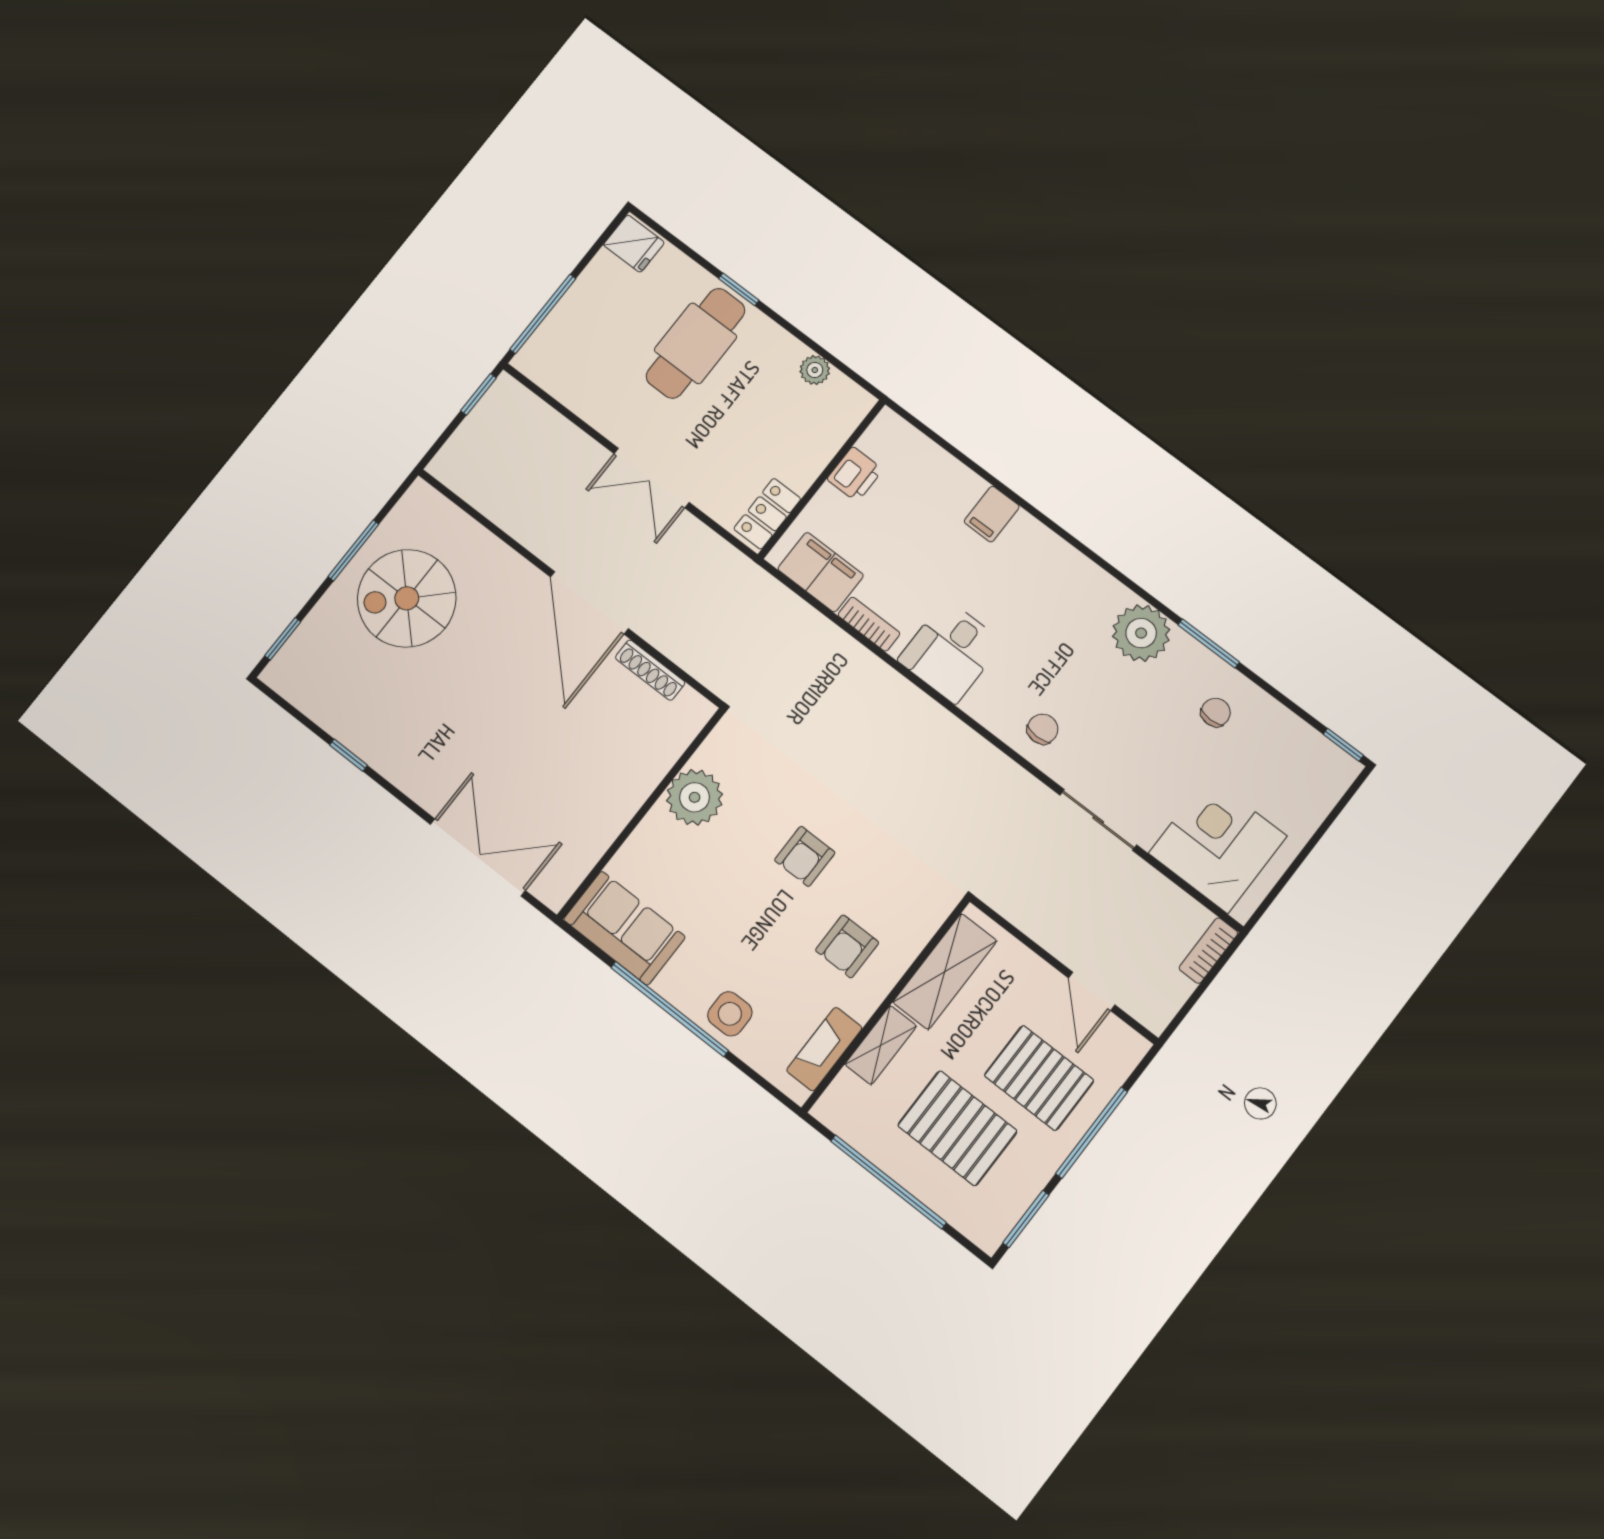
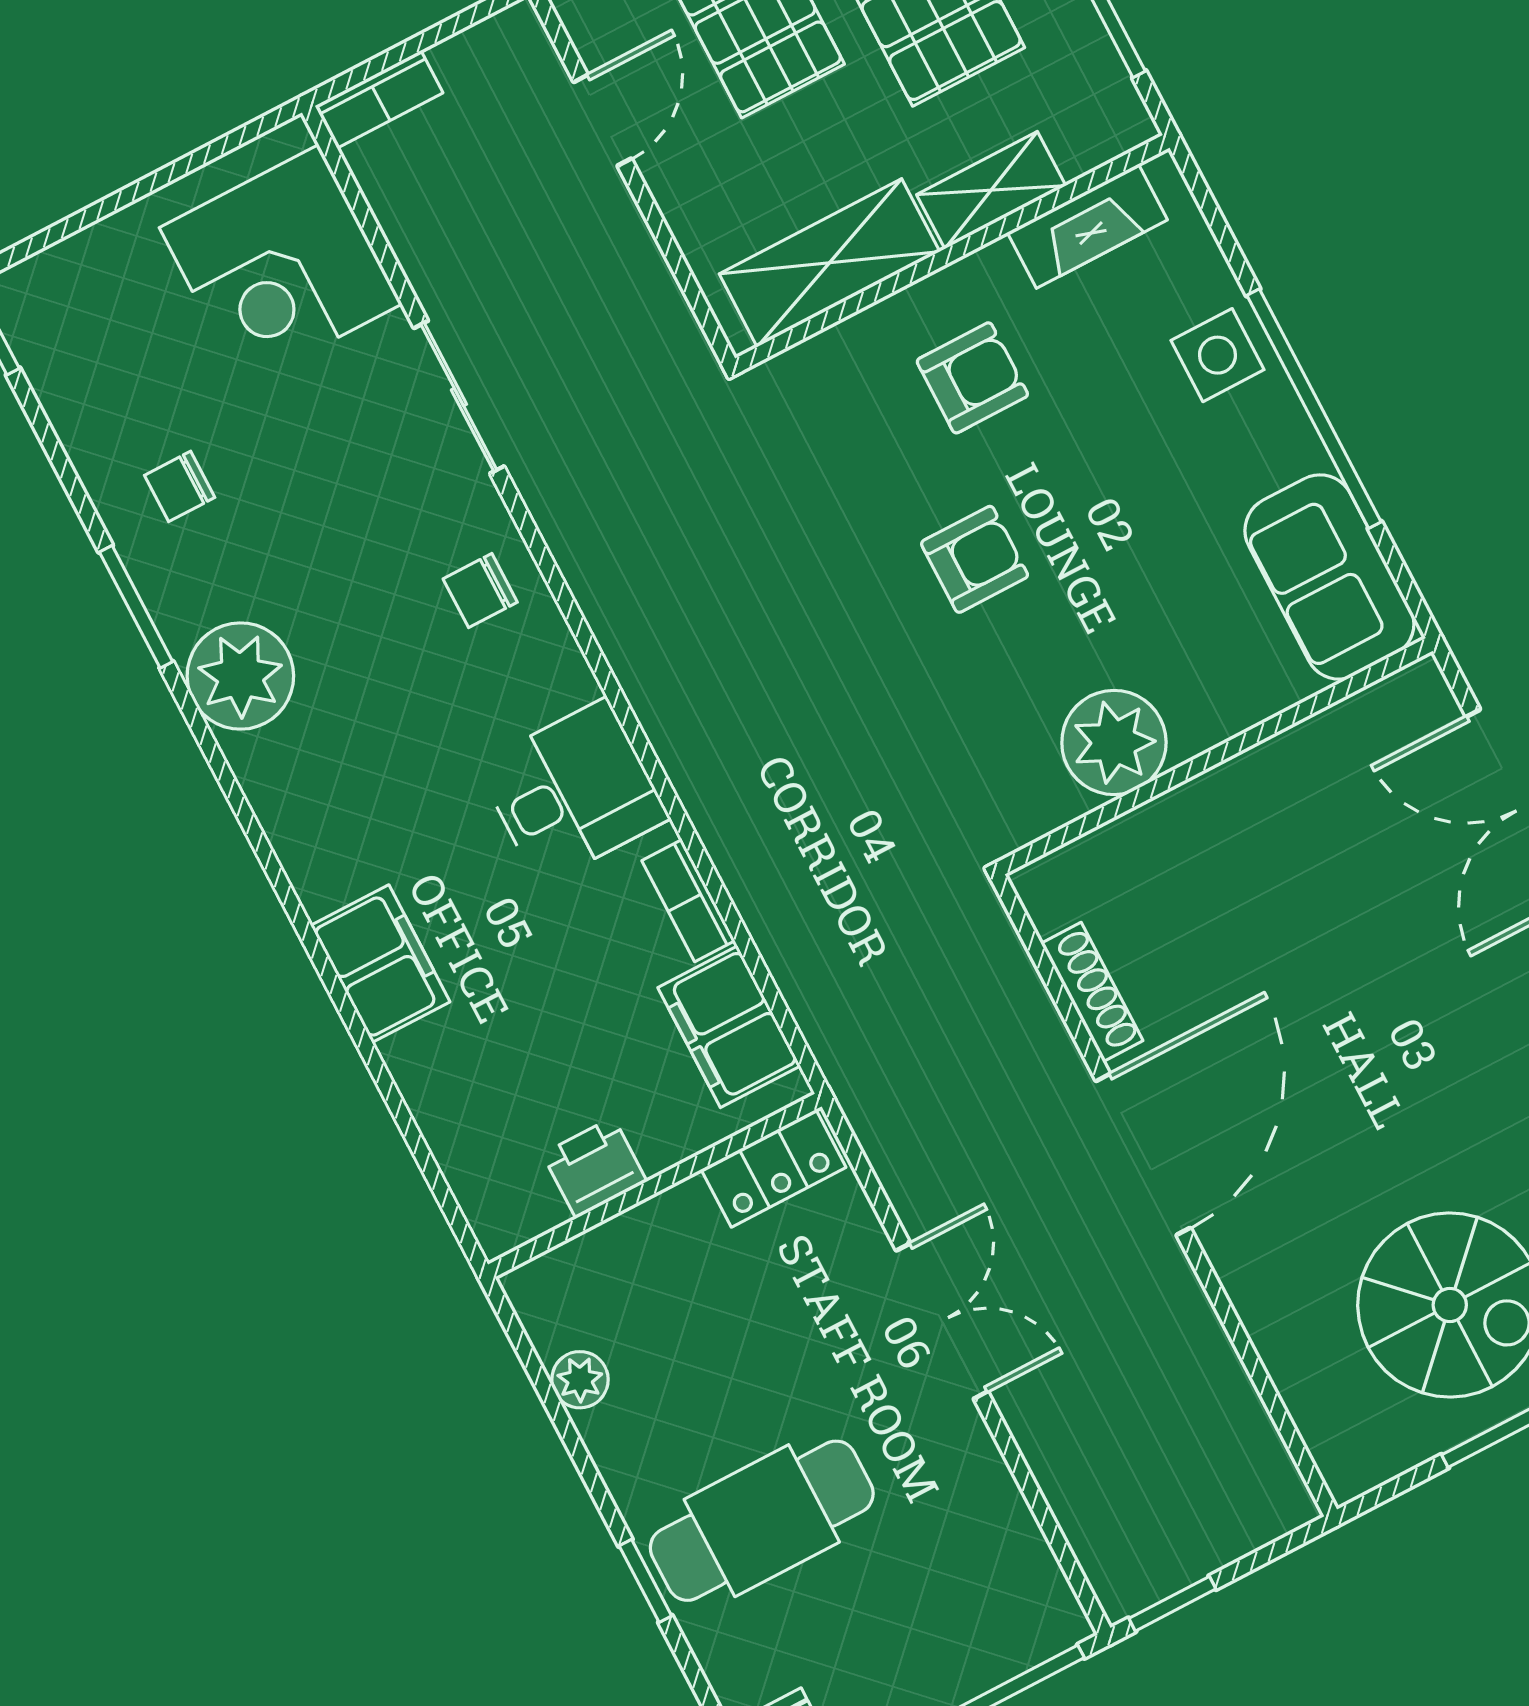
filing cabinet: (992, 514) -> (380, 964), width x2.00

